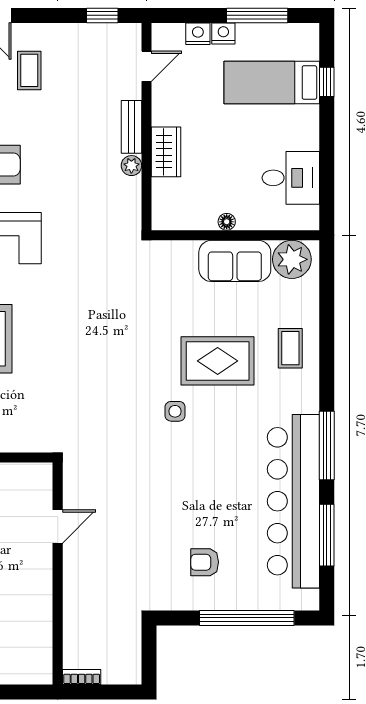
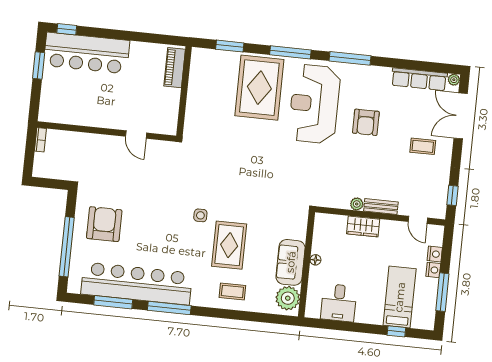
armchair: (205, 562) -> (104, 224), width x1.88, depth x1.88

